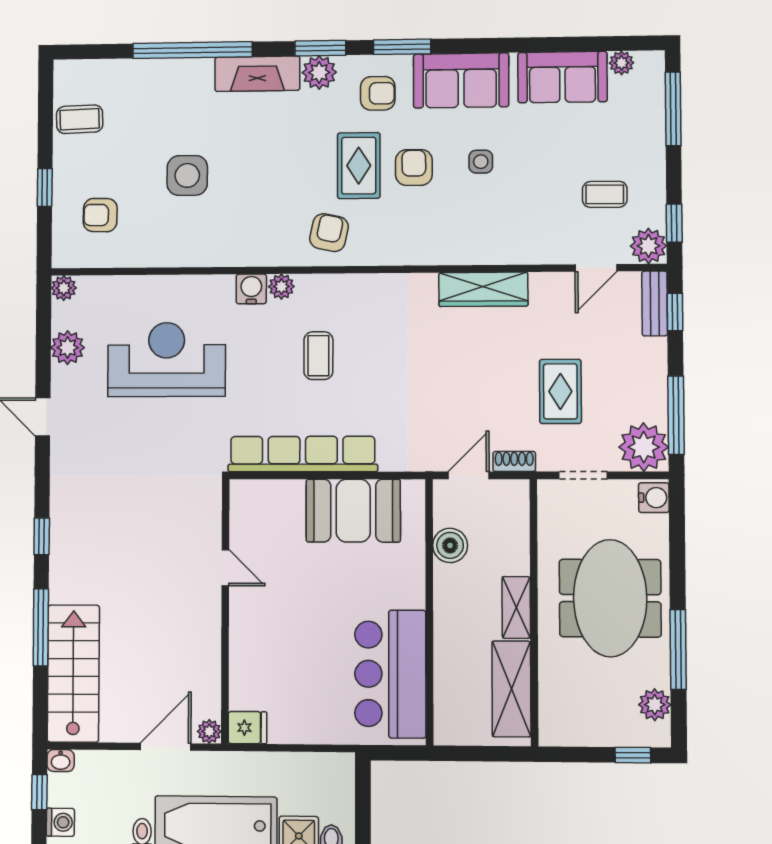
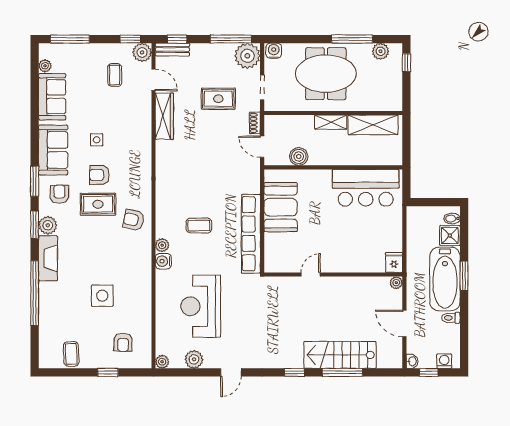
wardrobe: (483, 289) -> (164, 116), moved
stairs: (73, 674) -> (340, 355), moved
door: (166, 747) -> (404, 323), moved

